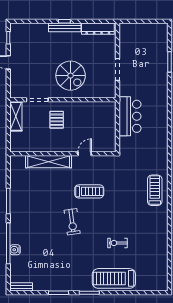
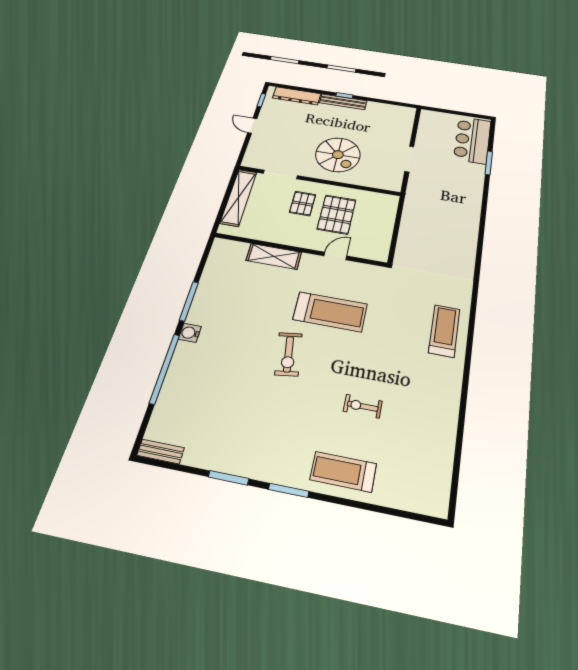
dresser: (98, 29) -> (297, 96), moved
shelving: (16, 116) -> (239, 197), width x1.47
bar counter: (130, 116) -> (472, 140), moved, turned 180
pallet: (79, 124) -> (337, 214), added
shelving: (49, 162) -> (274, 256), width x0.68
treadmill: (89, 191) -> (330, 312), width x1.37, depth x1.38
water cooler: (15, 250) -> (190, 333), moved
treadmill: (114, 278) -> (343, 472), width x0.73, depth x0.73

